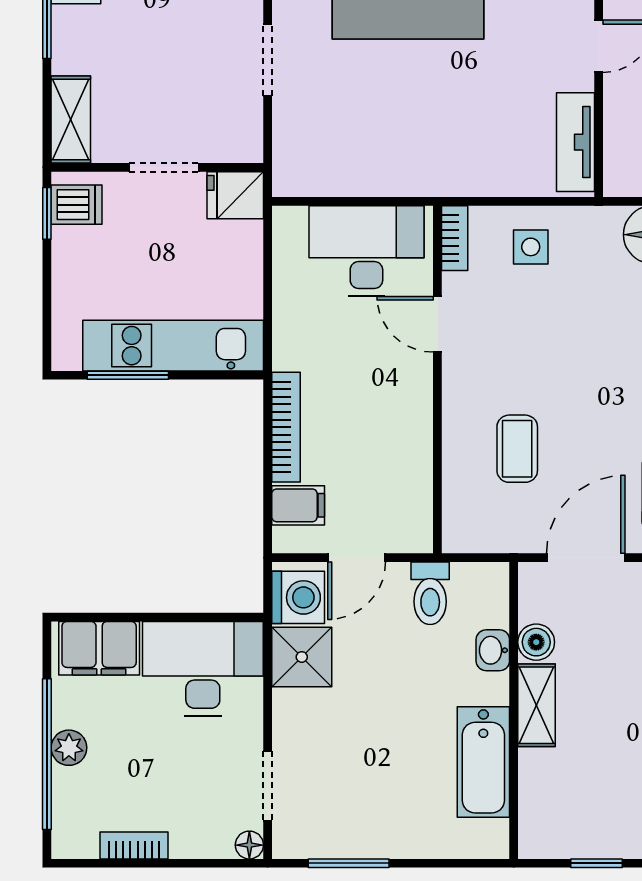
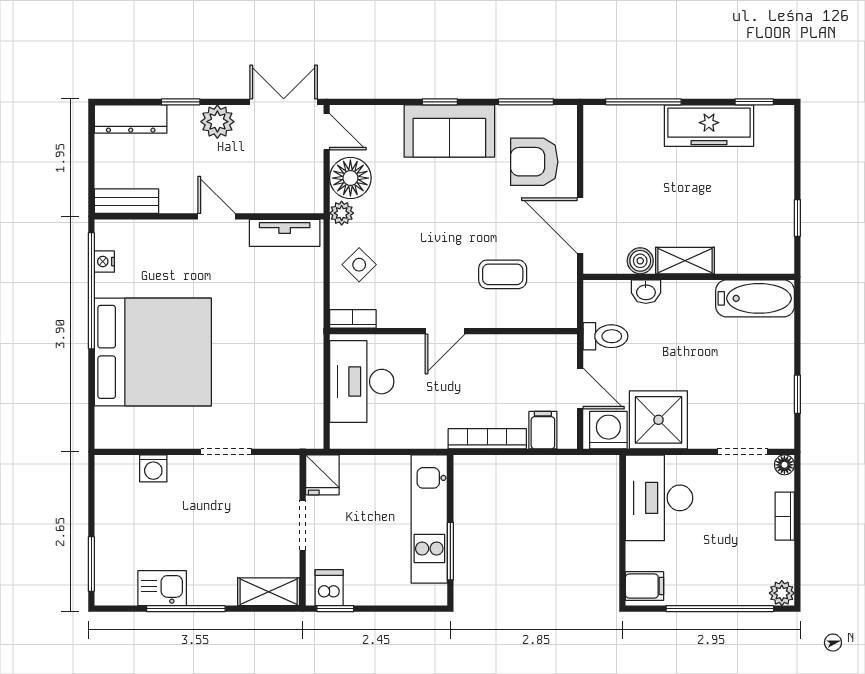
plant: (603, 222) -> (342, 213), added
side table: (531, 247) -> (359, 265), turned 45
door: (437, 324) -> (445, 331), moved
filing cabinet: (99, 648) -> (645, 586), width x0.50
shower: (302, 657) -> (658, 420), width x1.36, depth x1.36
plant: (69, 748) -> (782, 593), moved
bathtub: (483, 762) -> (755, 298), moved
bookcase: (134, 845) -> (785, 516), moved
window: (349, 863) -> (797, 394), width x0.67

